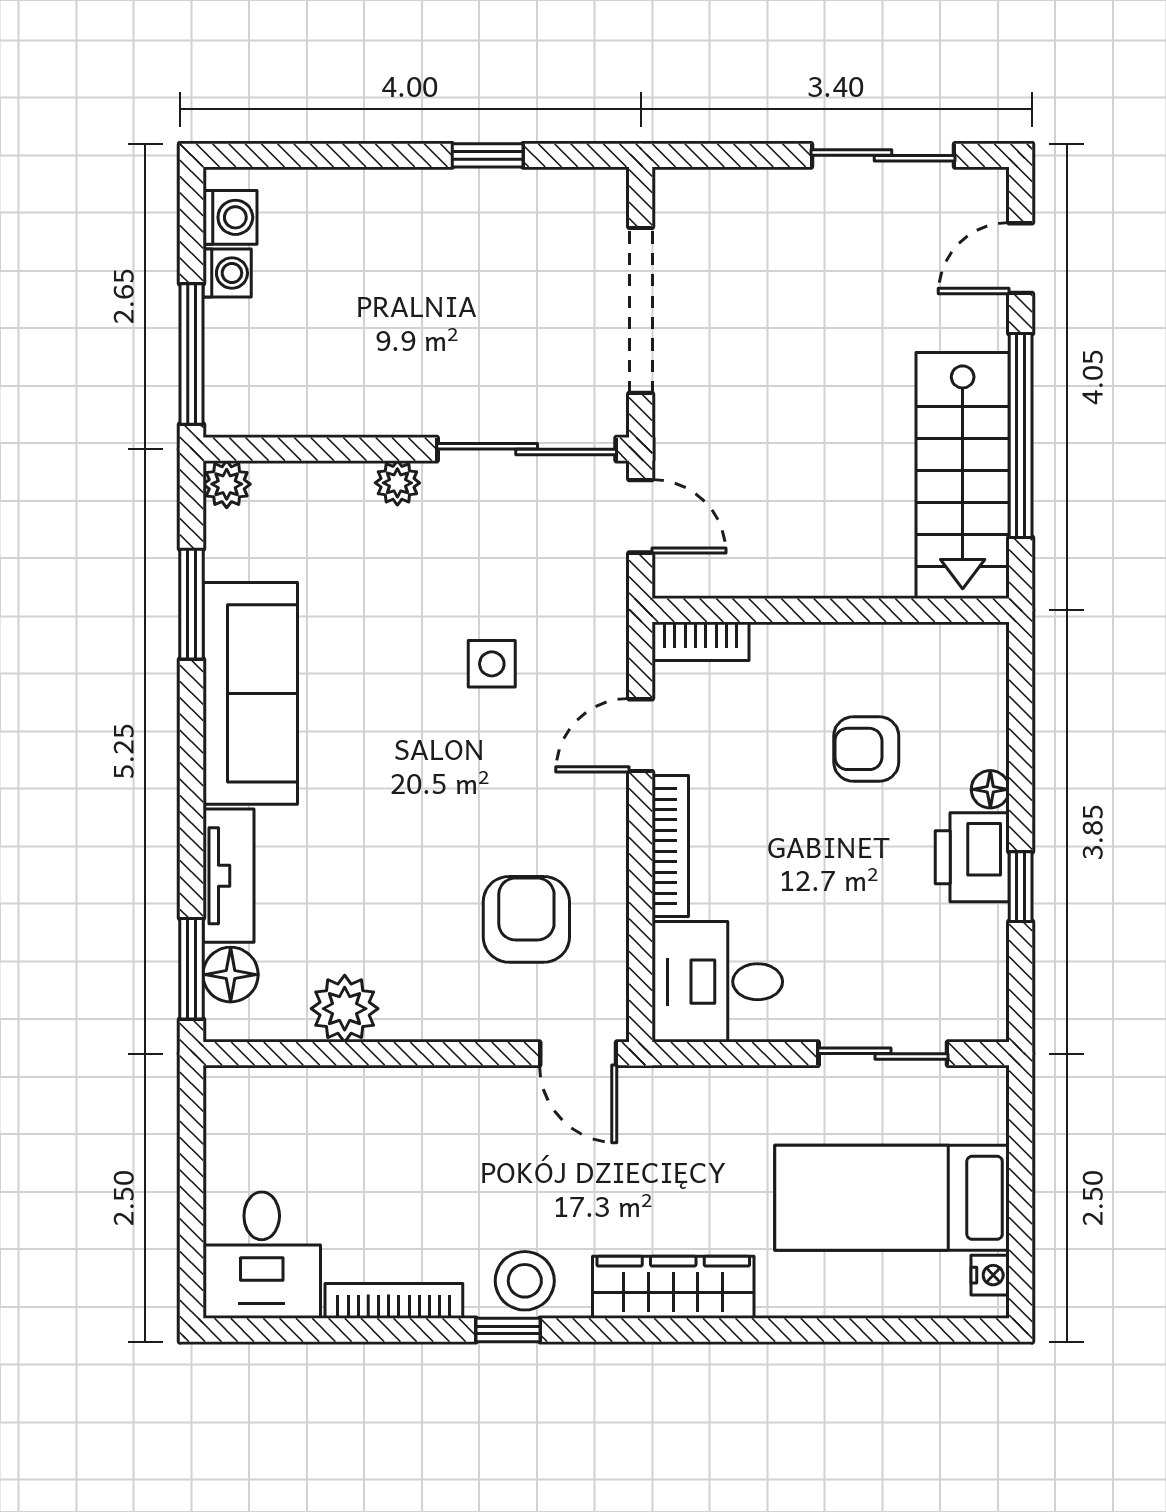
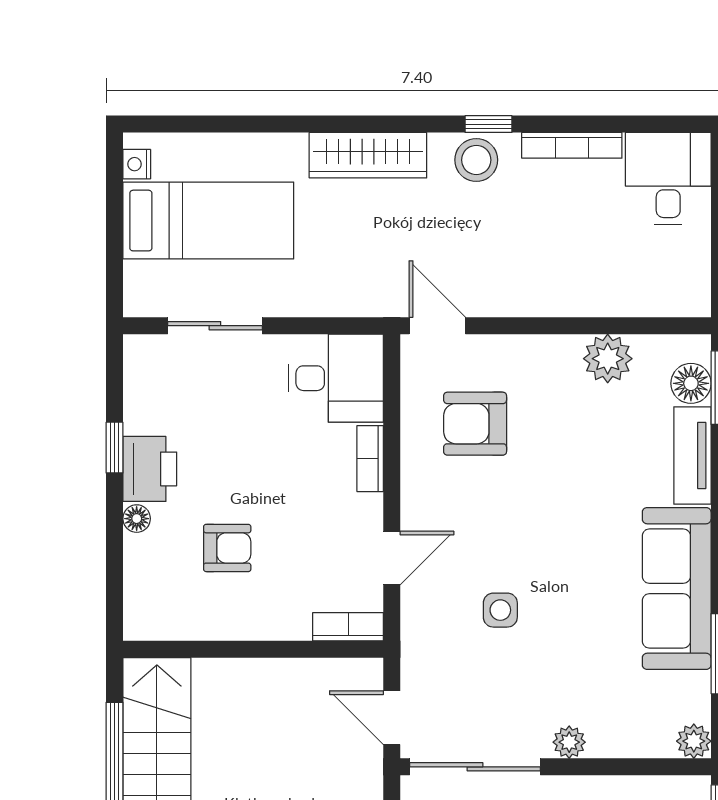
bookcase: (670, 846) -> (370, 459), width x0.64
armchair: (526, 919) -> (475, 424), turned 90

